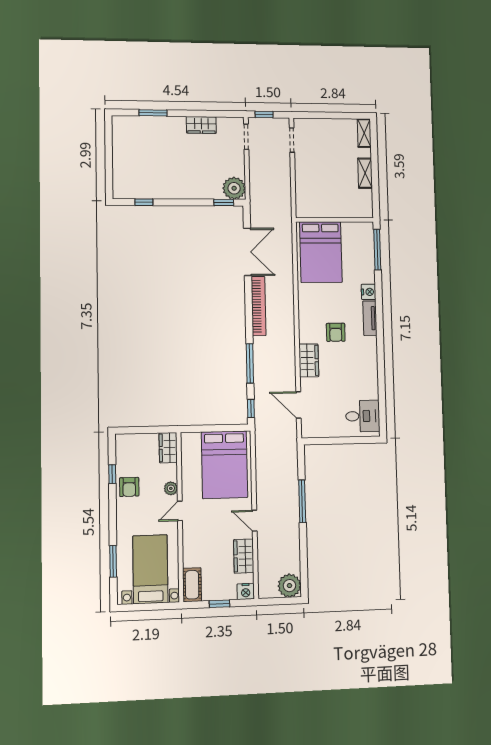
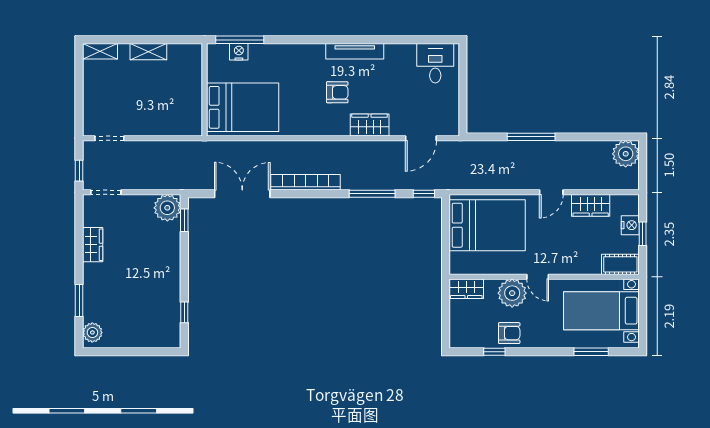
plant: (125, 124) -> (92, 332), added
nightstand: (369, 292) -> (239, 52), moved
tv unit: (370, 318) -> (355, 51), moved, width x1.41
plant: (171, 488) -> (512, 293), width x1.88, depth x1.88
nightstand: (246, 591) -> (630, 225), moved

